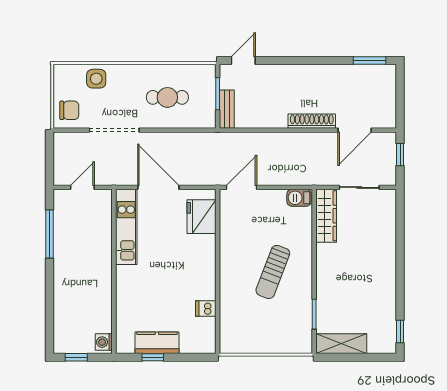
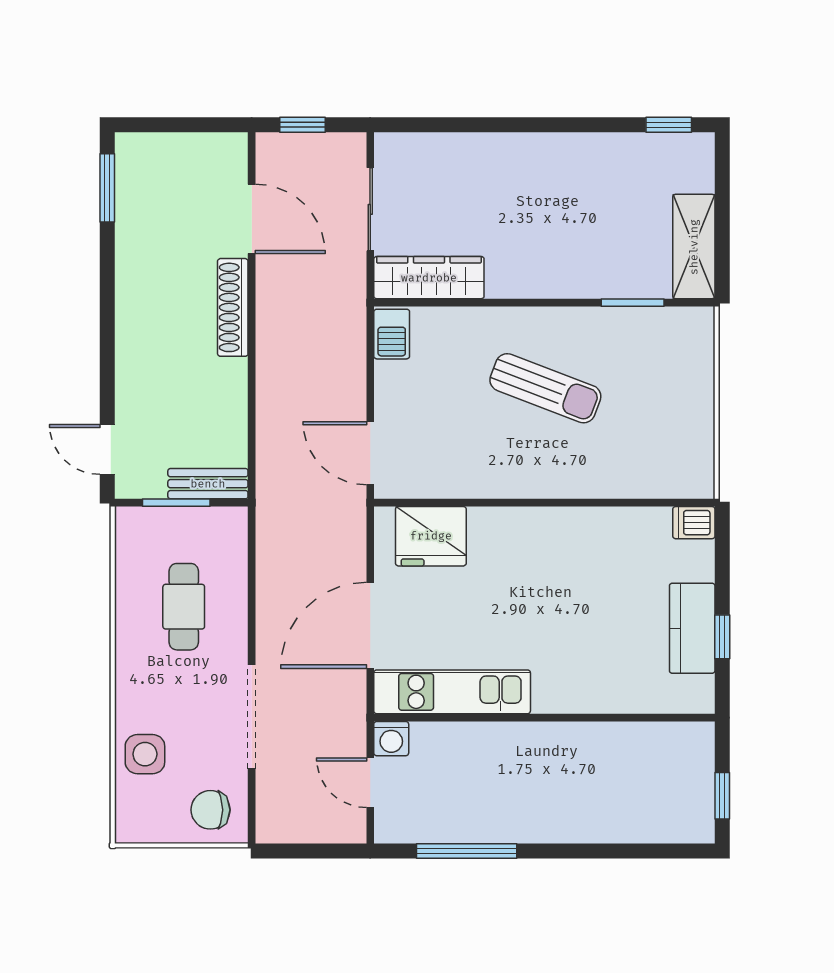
chair: (69, 110) -> (210, 810), turned -90
dishwasher: (206, 309) -> (694, 523), moved, turned 90
washing machine: (104, 342) -> (391, 739), moved

